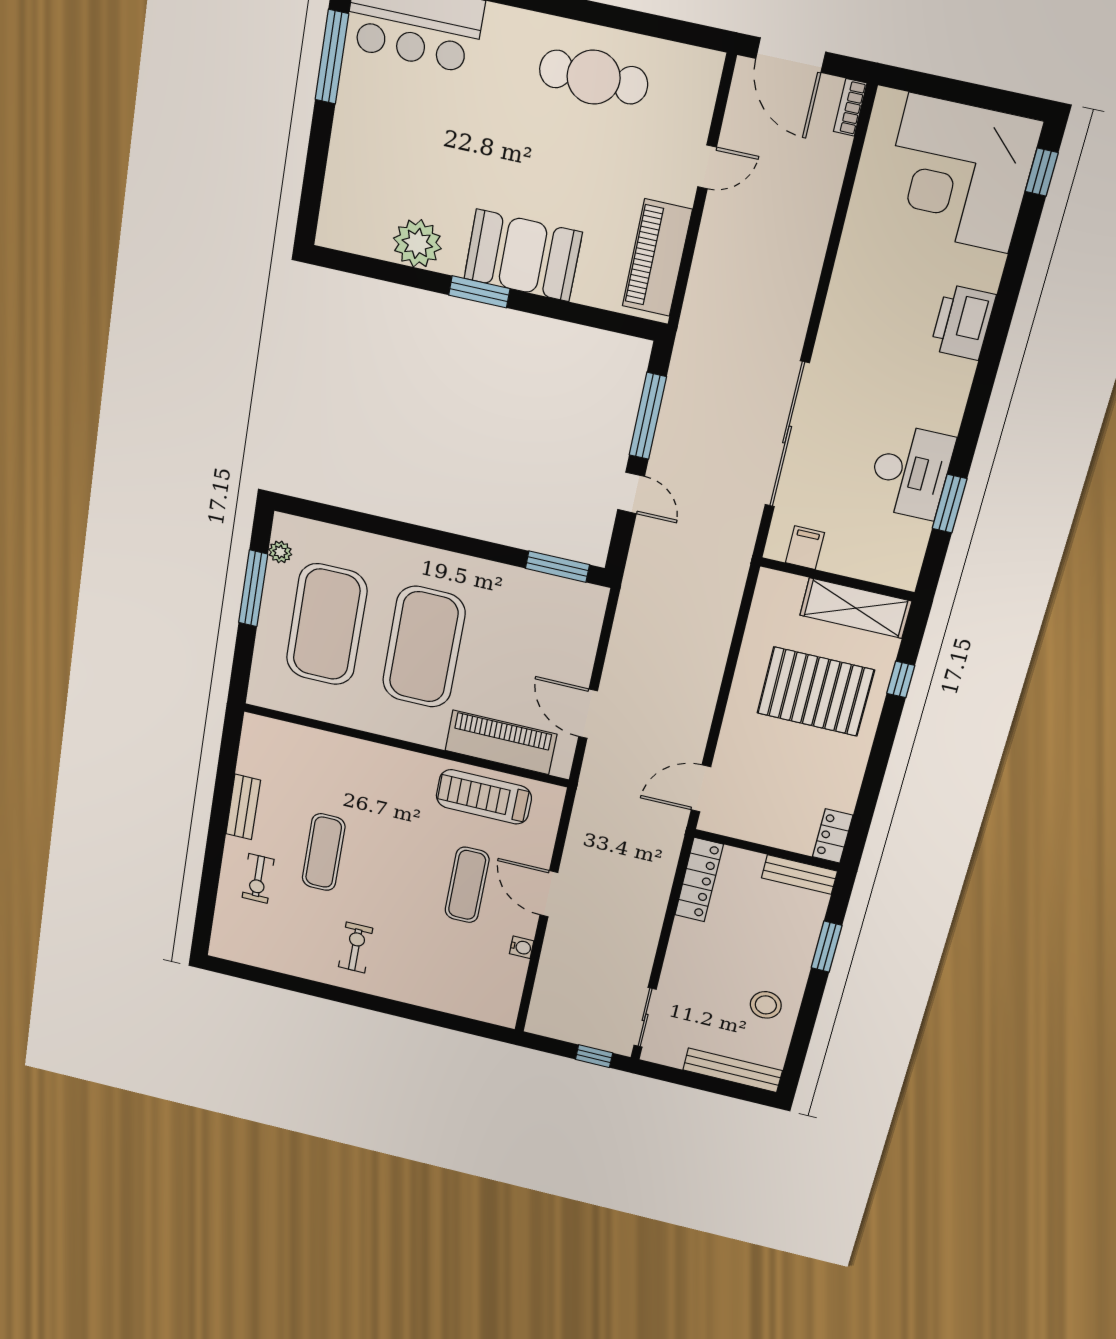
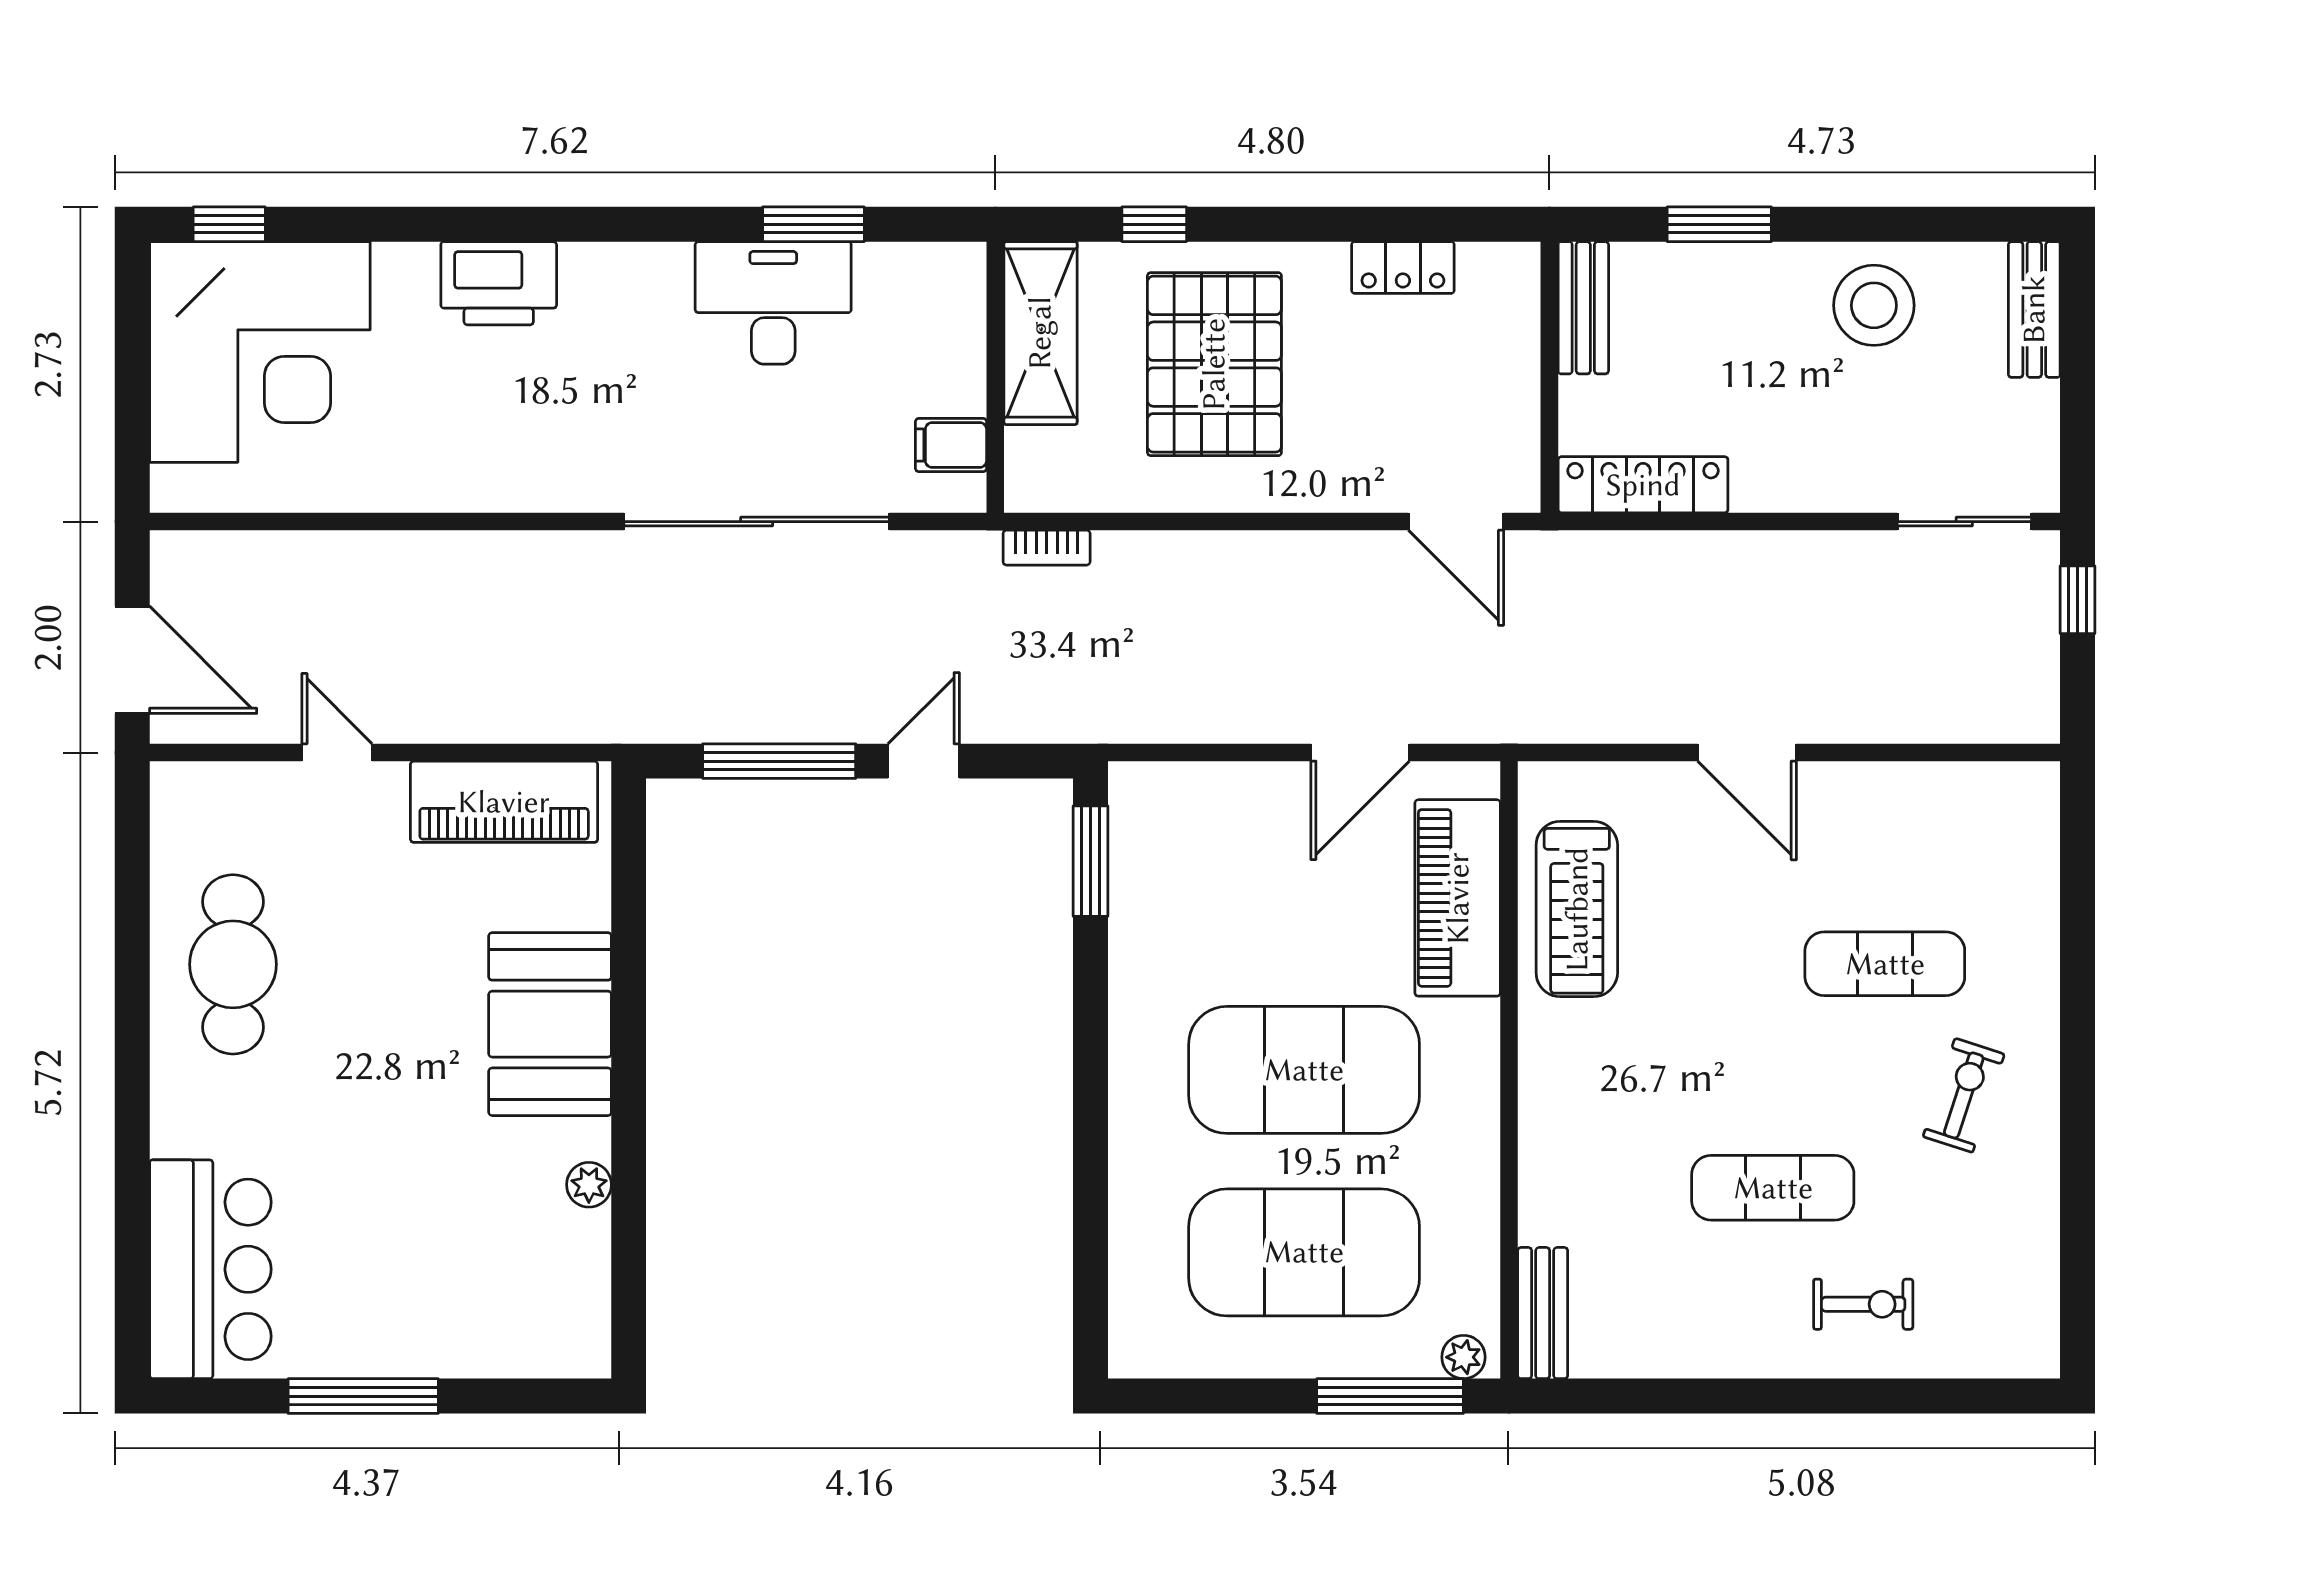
door: (791, 55) -> (132, 660), hinge flipped
window: (332, 57) -> (363, 1396), moved
bookcase: (850, 107) -> (1047, 548), moved
plant: (417, 243) -> (589, 1185), width x0.53, depth x0.53
window: (479, 292) -> (629, 1086), removed
plant: (280, 552) -> (1464, 1357), moved
window: (253, 588) -> (1390, 1396), moved
bench: (243, 807) -> (1543, 1313), moved, turned 90
locker: (833, 836) -> (1403, 268), moved
exercise mat: (467, 885) -> (1885, 964), moved
door: (549, 894) -> (1747, 752), hinge flipped
water cooler: (522, 947) -> (1876, 781), removed
exercise bike: (355, 948) -> (1964, 1095), turned 108
stool: (766, 1005) -> (1874, 305), width x1.38, depth x1.38
bench: (733, 1070) -> (2034, 310), width x0.73

